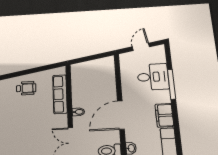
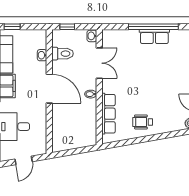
door: (121, 115) -> (49, 89), hinge flipped

